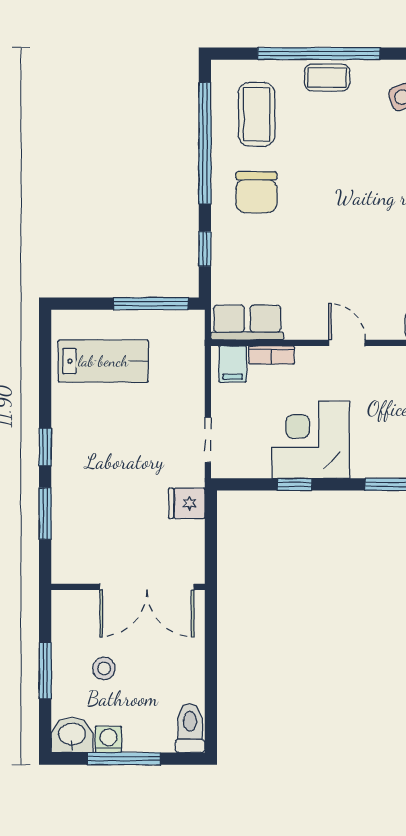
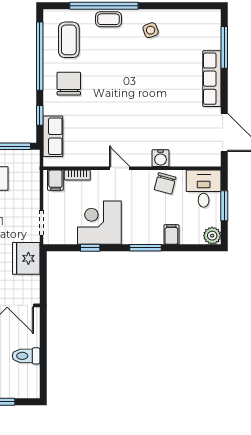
chair: (256, 192) -> (69, 84), turned 180
row of seats: (247, 322) -> (53, 136), moved, turned 90
fridge: (187, 503) -> (26, 258), width x1.88, depth x1.34
toilet: (190, 728) -> (26, 356), moved, turned -90

